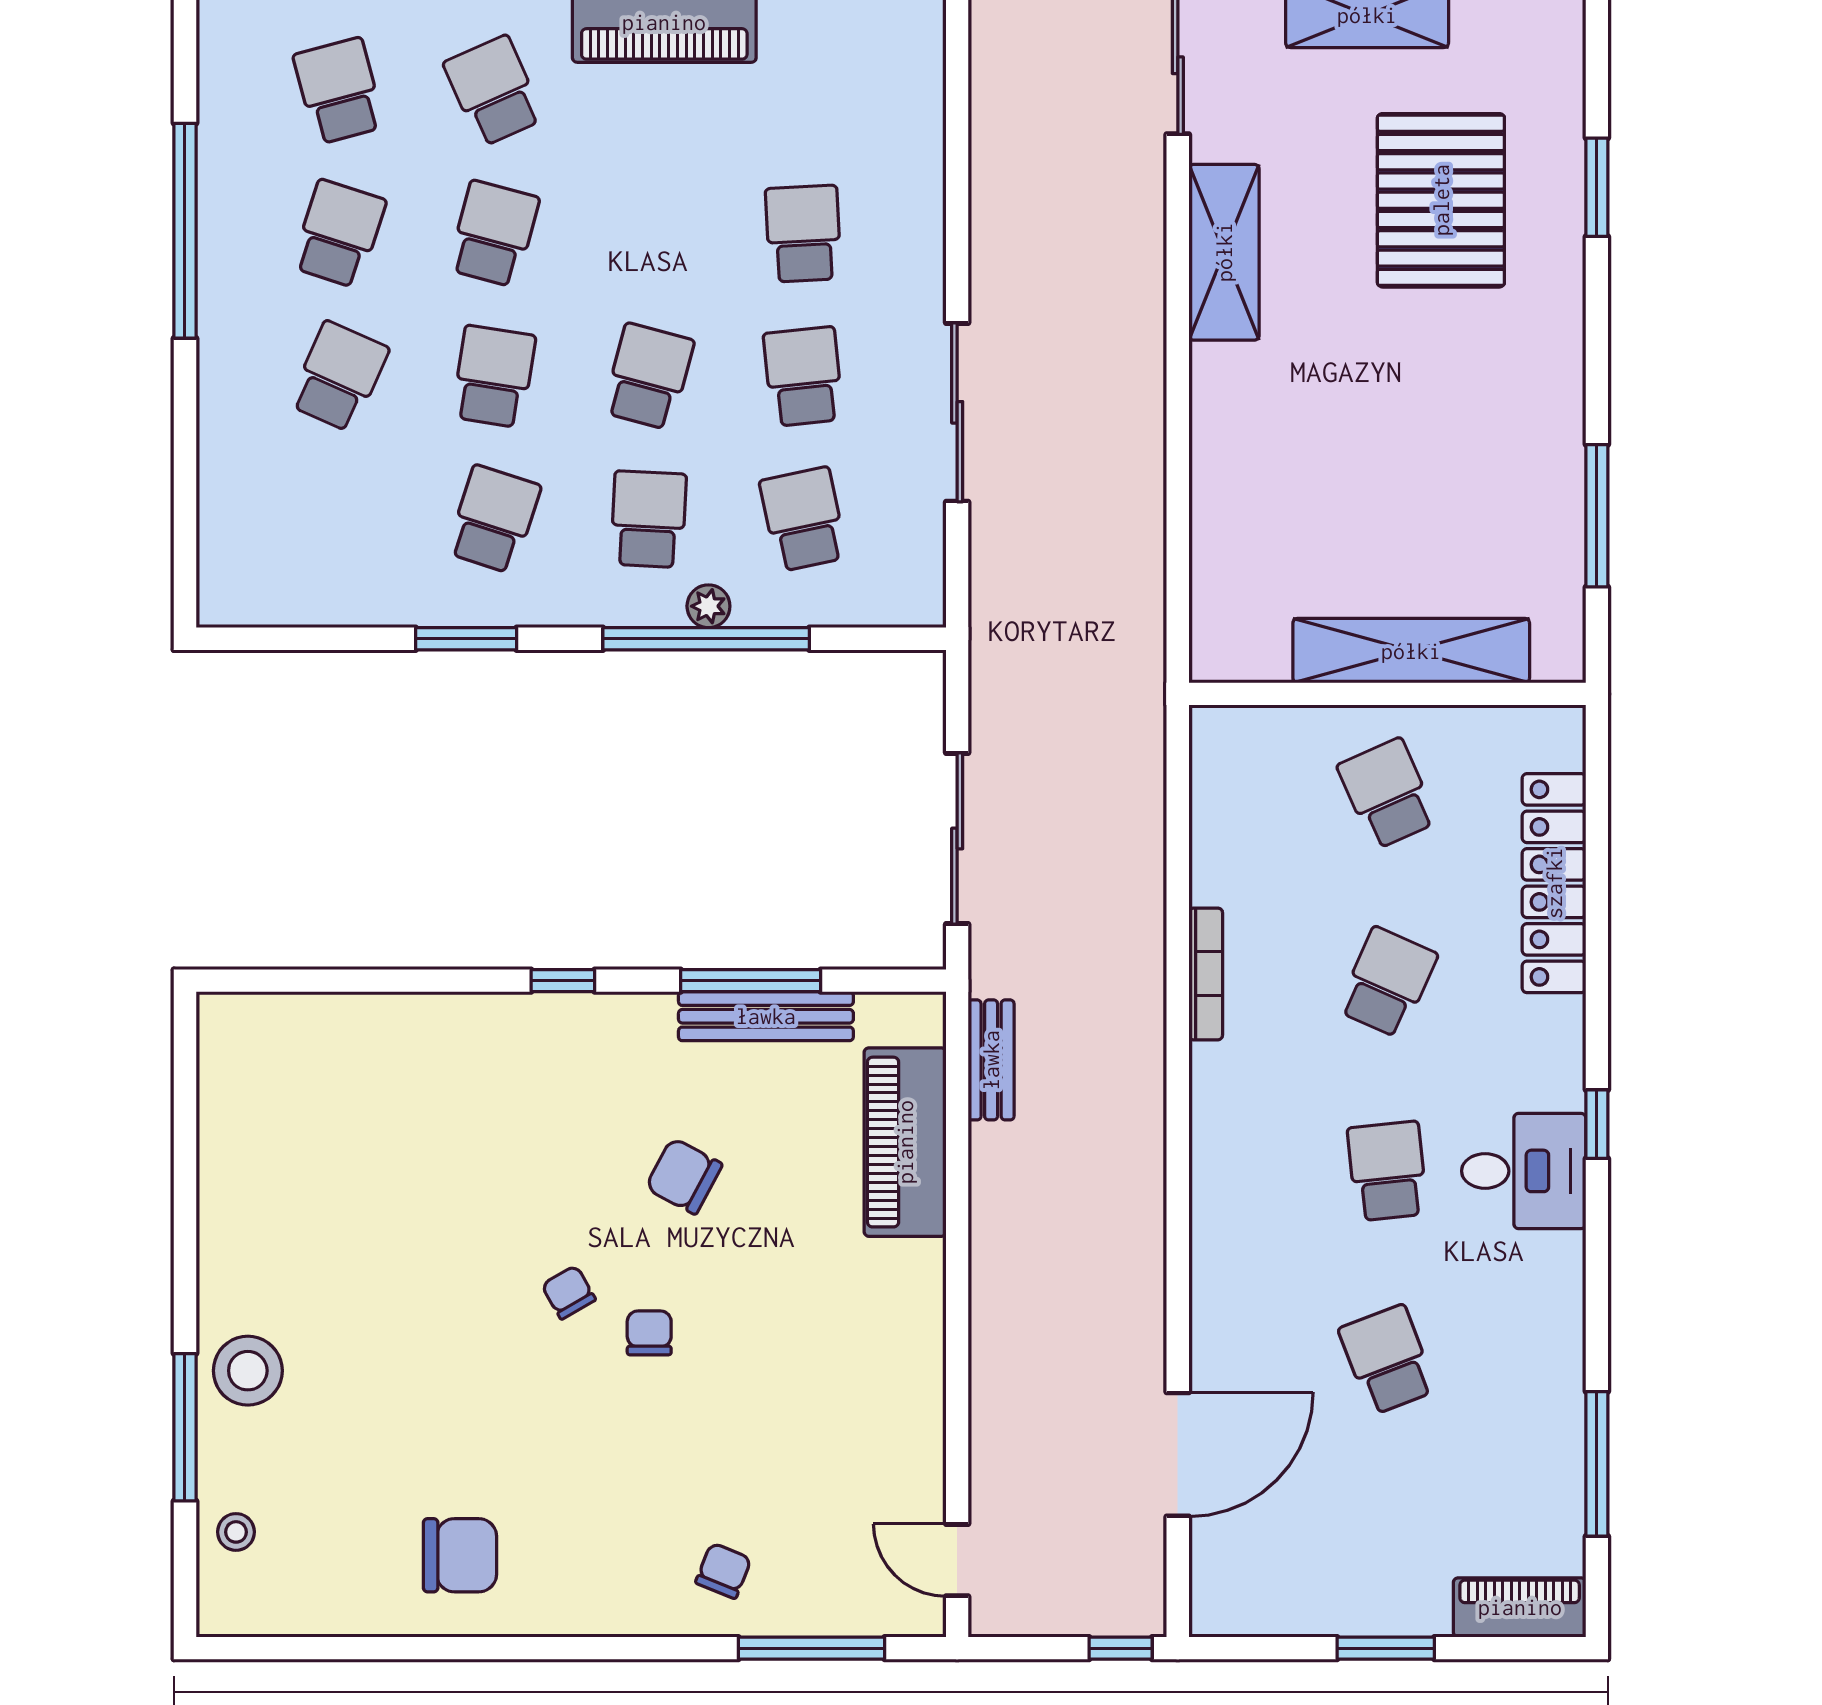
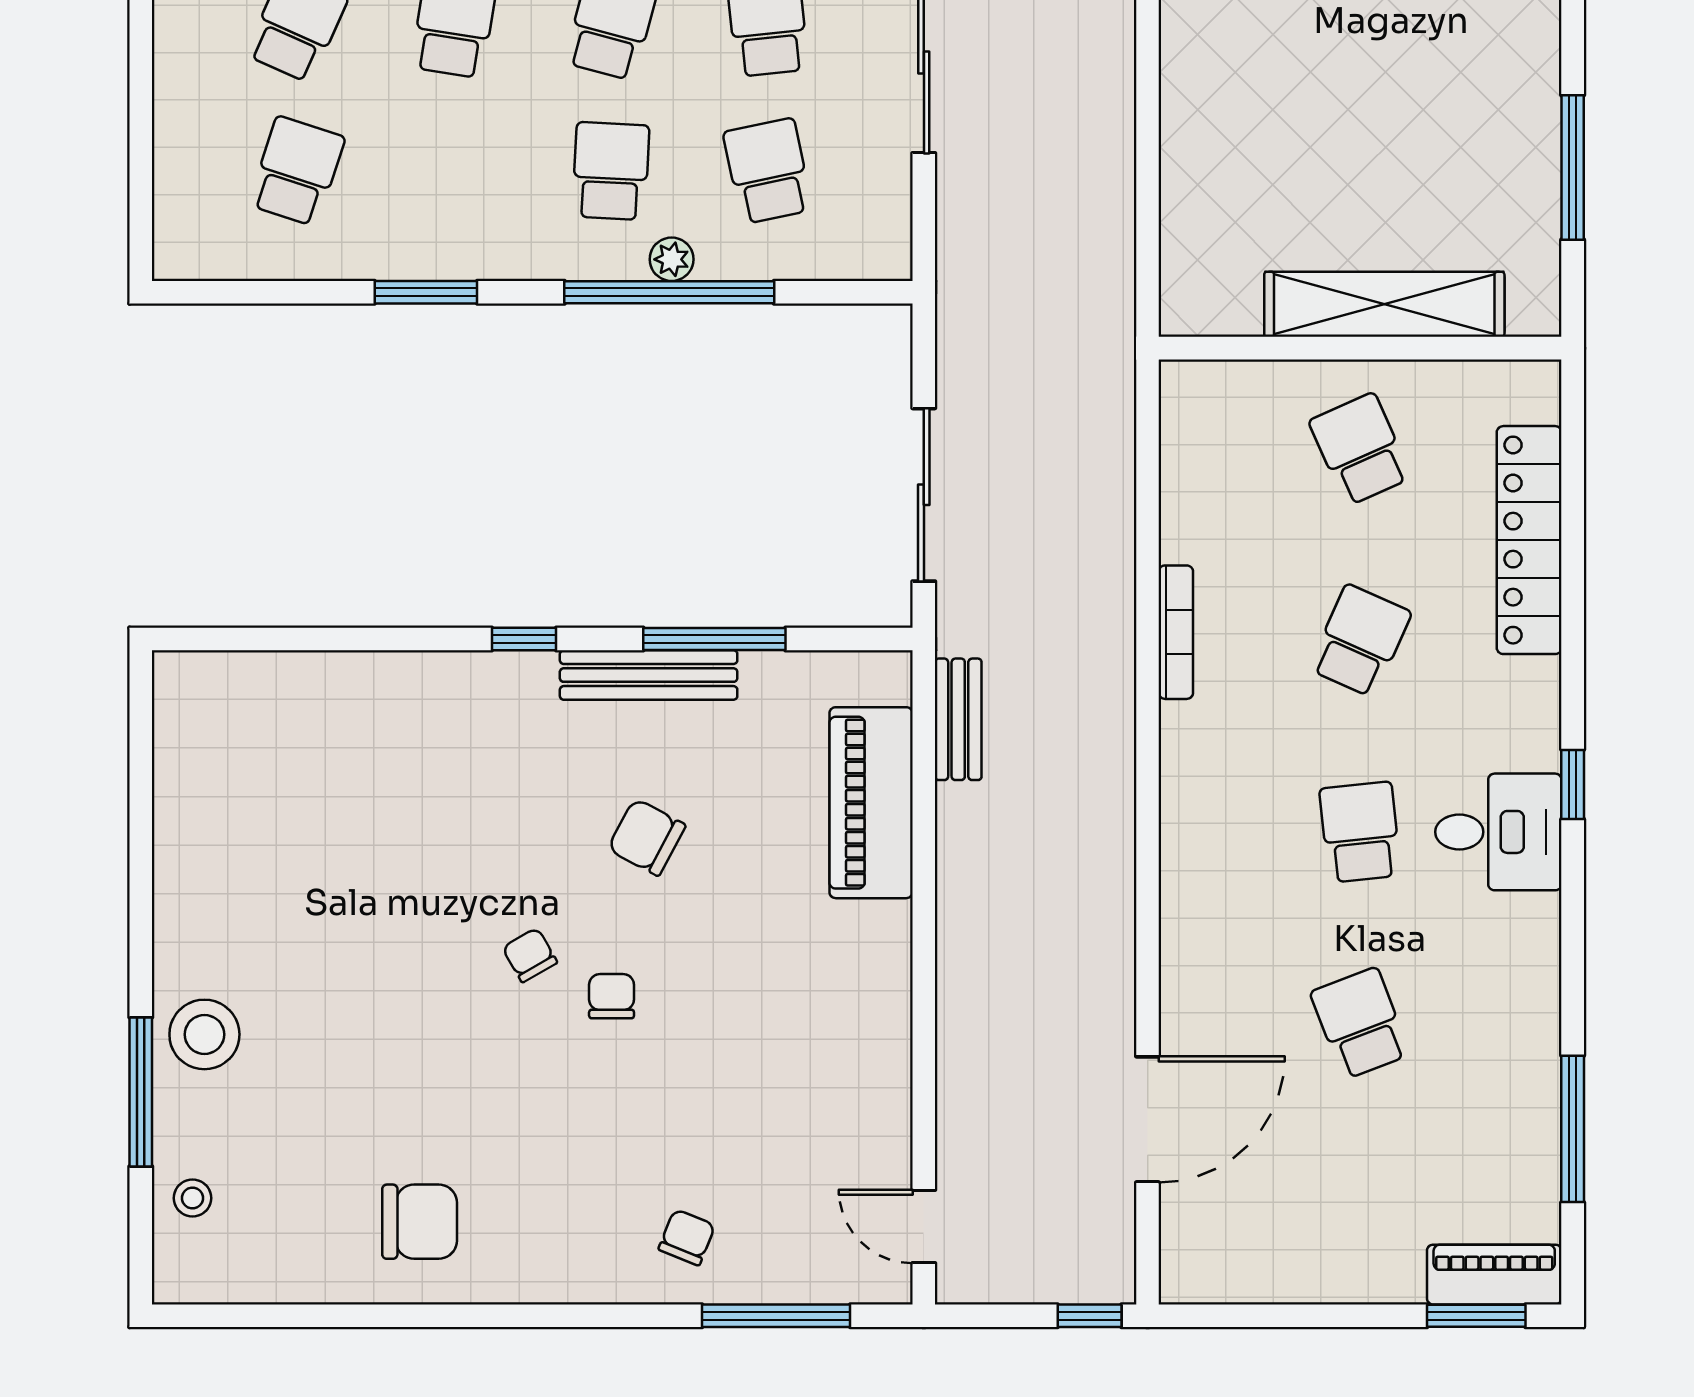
school desk: (494, 519) -> (297, 171), moved
bench: (766, 1016) -> (649, 675), moved
window: (1386, 1648) -> (1476, 1316), moved

